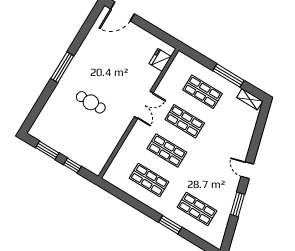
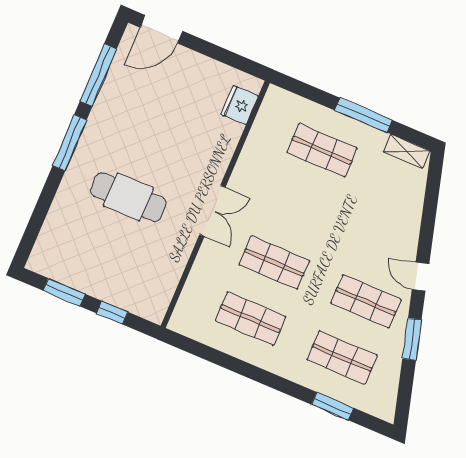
window: (84, 32) -> (98, 75), added
cafe table: (91, 102) -> (128, 197), width x1.37, depth x1.35
double door: (144, 105) -> (212, 211), moved
shop shelf: (185, 121) -> (366, 301), moved
window: (170, 225) -> (332, 406), moved

